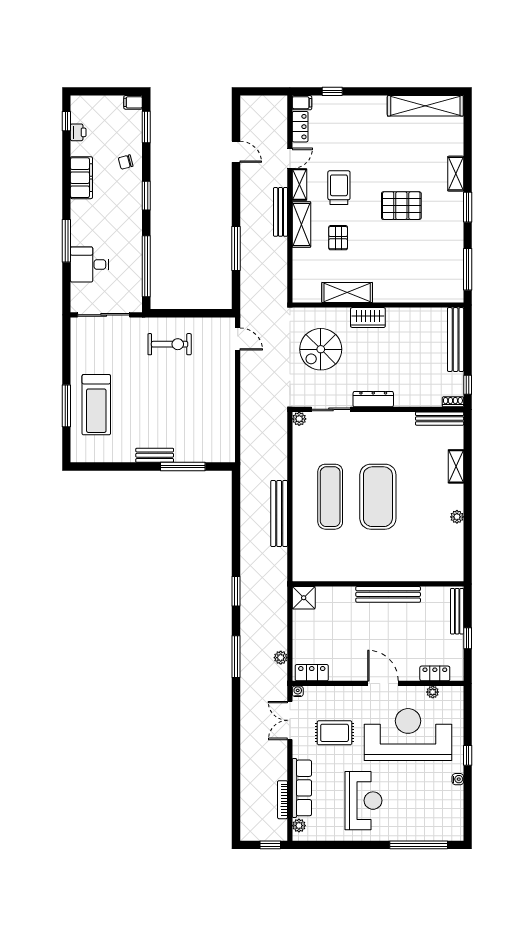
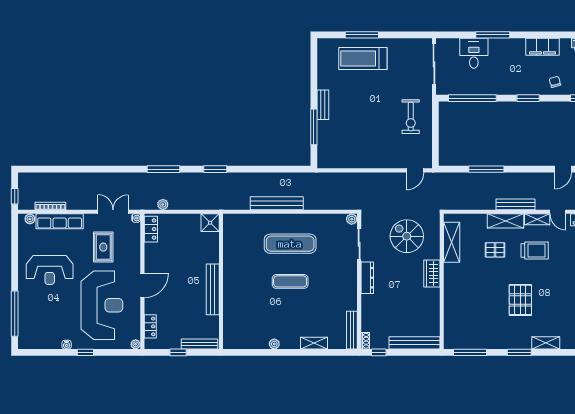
shelving: (347, 292) -> (452, 242), moved
exercise mat: (378, 497) -> (290, 281), width x0.50, depth x0.69
plant: (433, 692) -> (136, 344), moved

